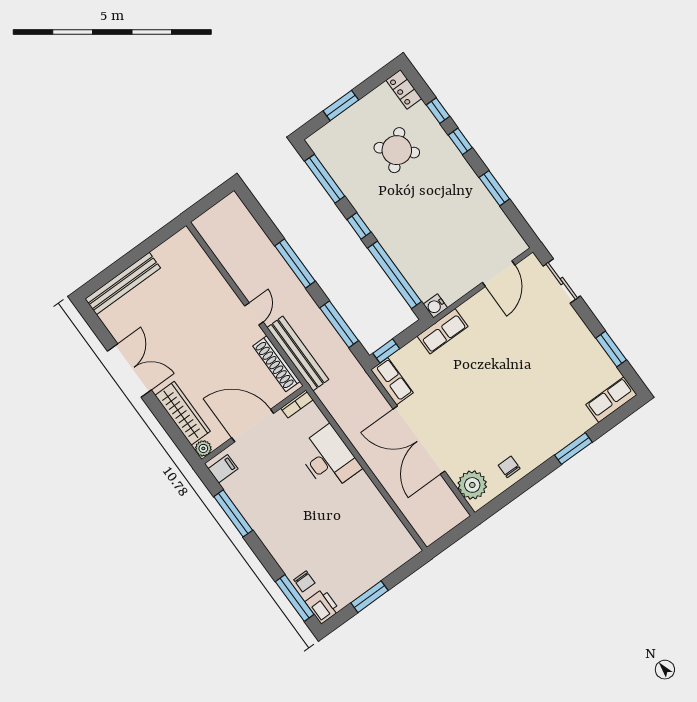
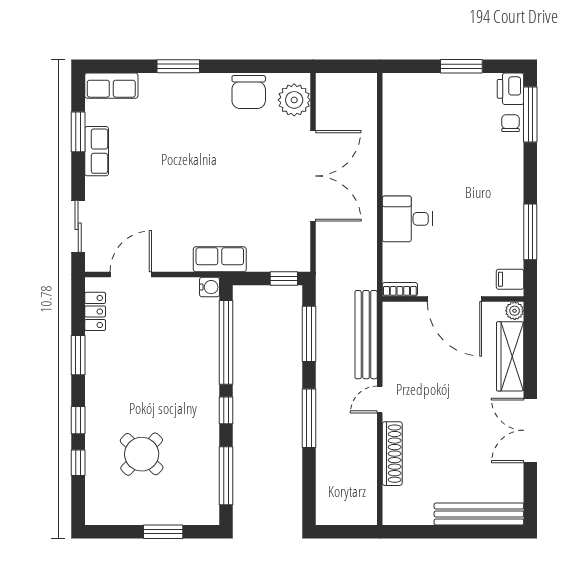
locker: (404, 89) -> (95, 311), moved
shoe rack: (276, 364) -> (392, 454), moved
row of seats: (392, 381) -> (97, 151), moved, turned 180
desk: (329, 458) -> (407, 219), width x0.73
chair: (509, 467) -> (249, 92), width x1.87, depth x1.87

